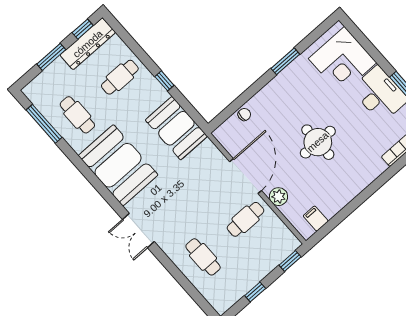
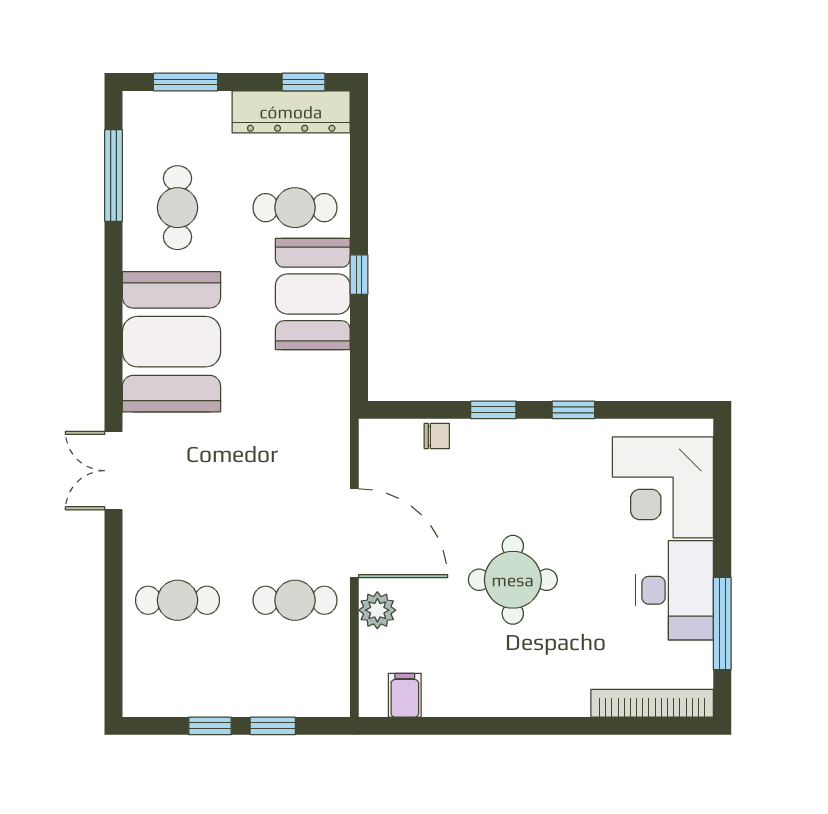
window: (51, 57) -> (186, 82), moved
window: (285, 61) -> (573, 410), width x0.67
window: (256, 87) -> (493, 410), added
booth: (176, 128) -> (313, 294), moved
door: (246, 176) -> (354, 533), hinge flipped
cafe table: (203, 257) -> (178, 600), turned 90
window: (290, 261) -> (273, 726), moved

